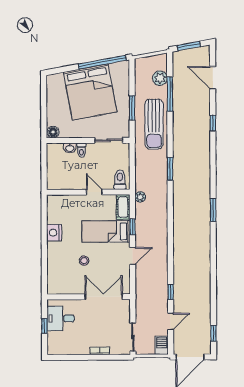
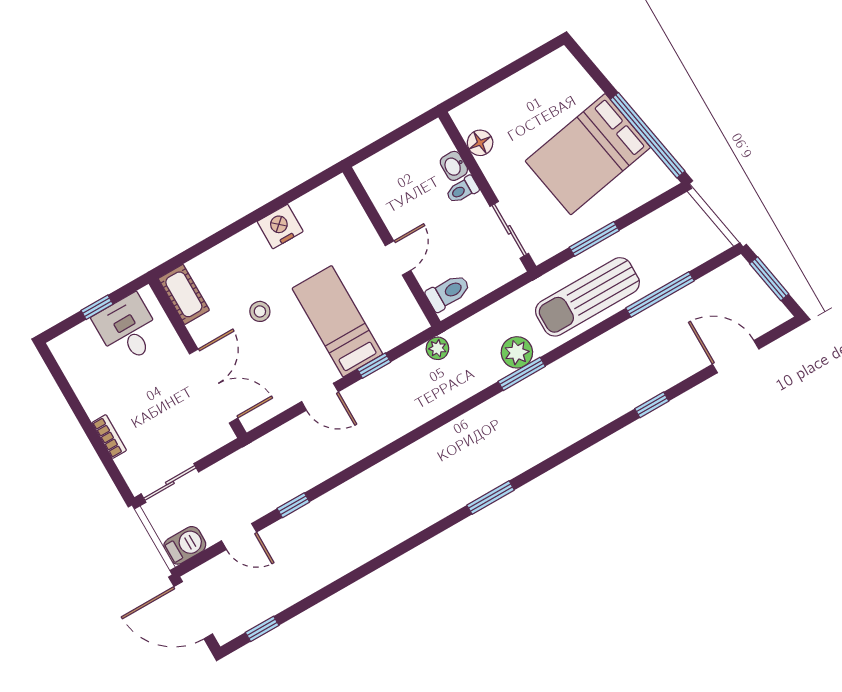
plant: (160, 78) -> (517, 352), moved
door: (213, 78) -> (736, 357), hinge flipped
bed: (90, 92) -> (588, 154), width x0.73
floor lamp: (53, 132) -> (480, 143), moved
cot: (123, 207) -> (184, 294), moved, turned 90

